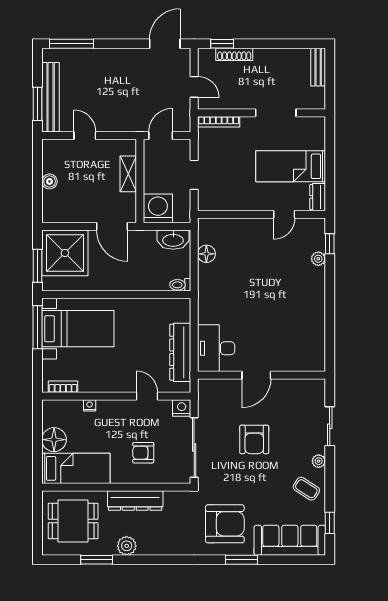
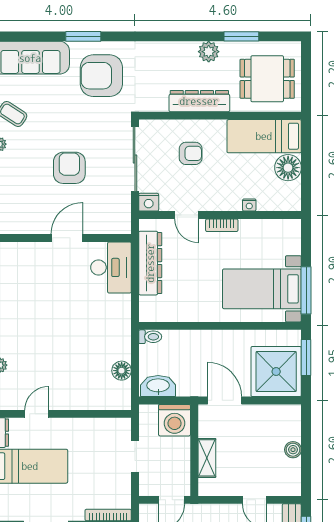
bookcase: (63, 387) -> (222, 225), moved

